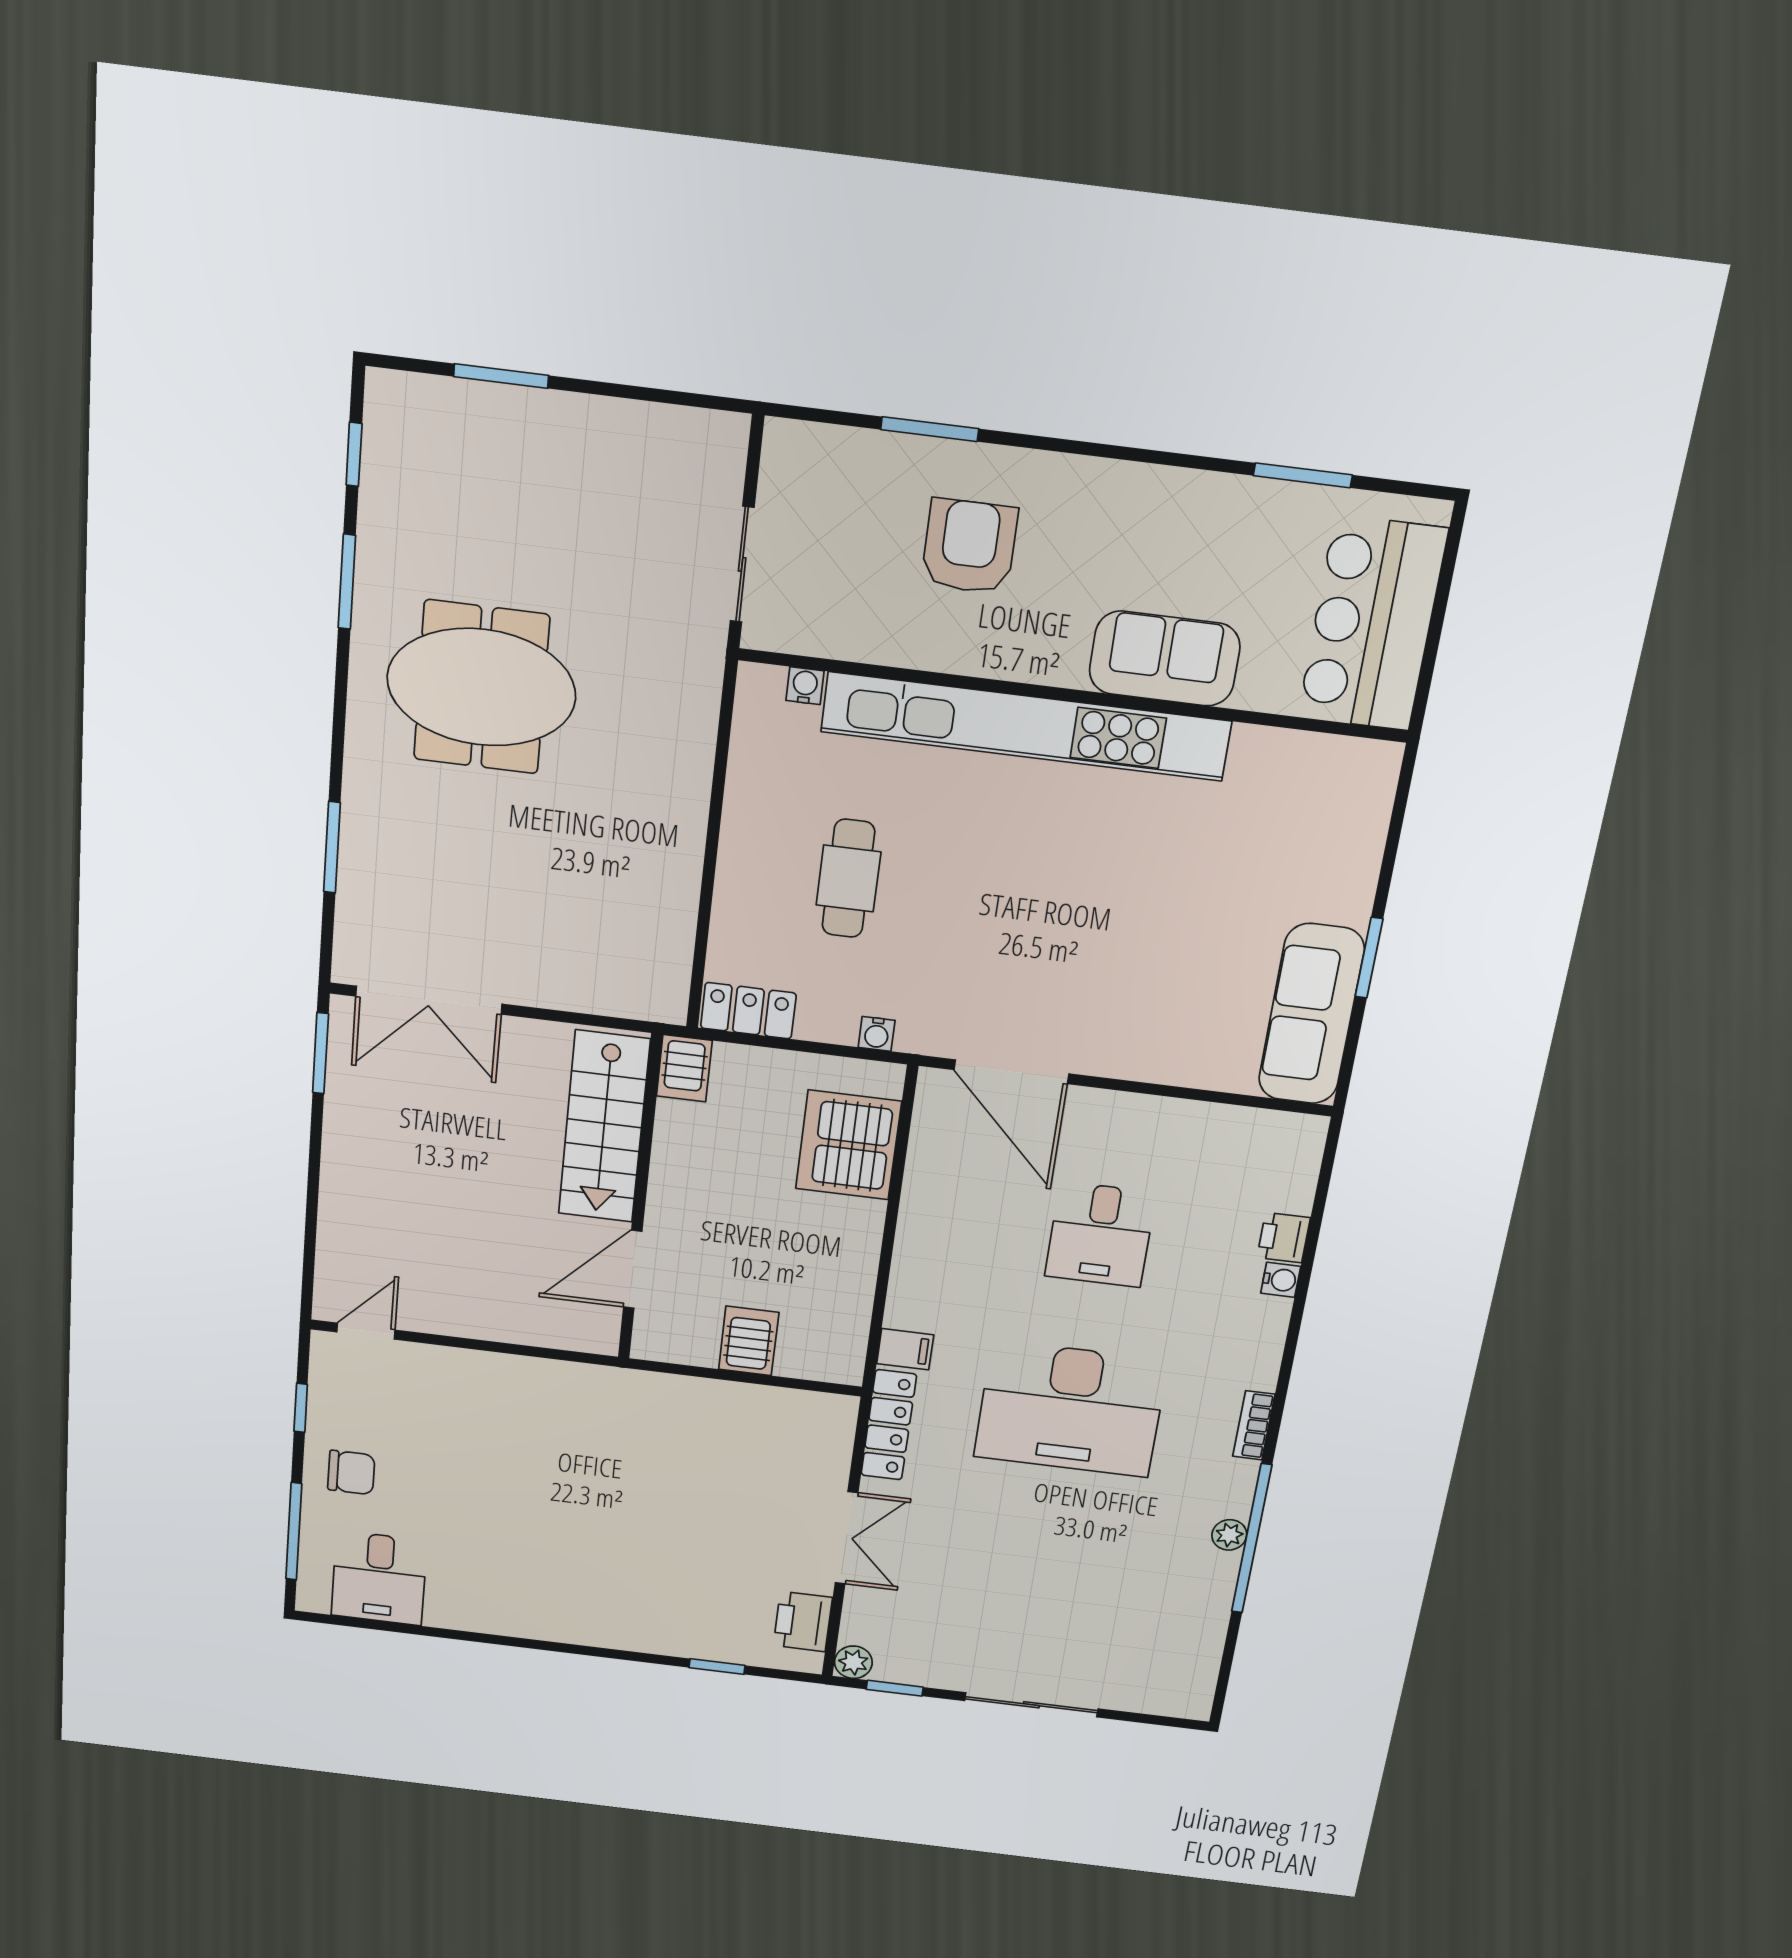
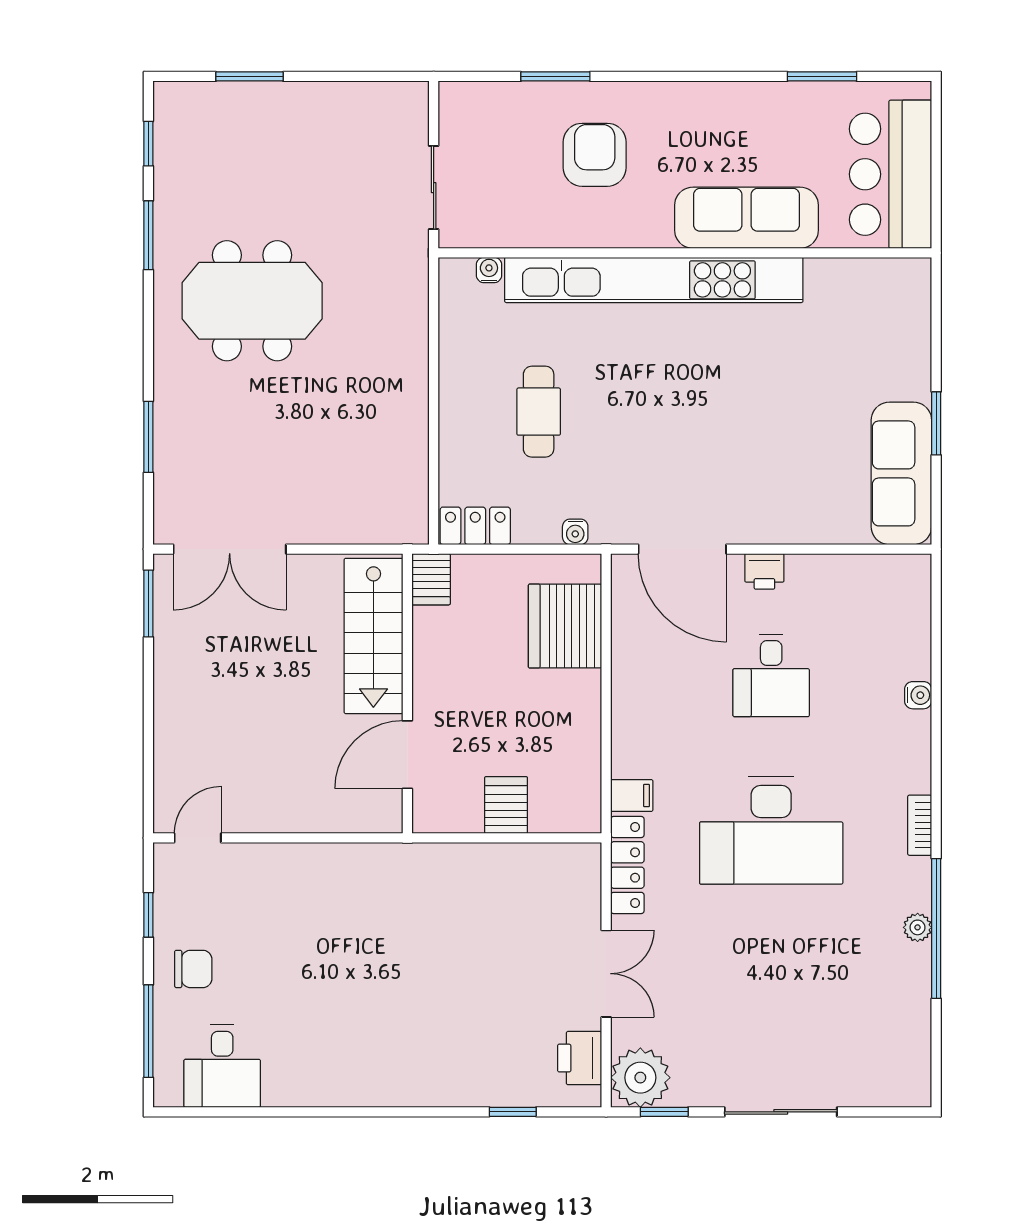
sofa: (1165, 659) -> (747, 218), width x1.36
printer: (1284, 1238) -> (764, 571), moved, turned -90
plant: (853, 1662) -> (640, 1078), width x1.87, depth x1.87

